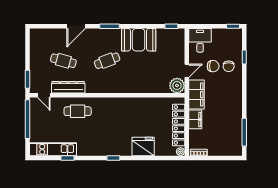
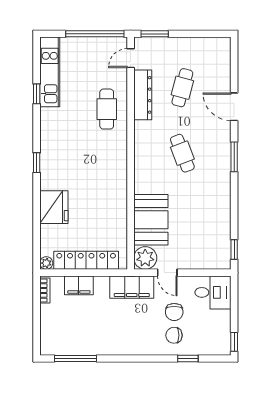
booth: (139, 40) -> (151, 220), moved
filing cabinet: (195, 119) -> (79, 285), moved

